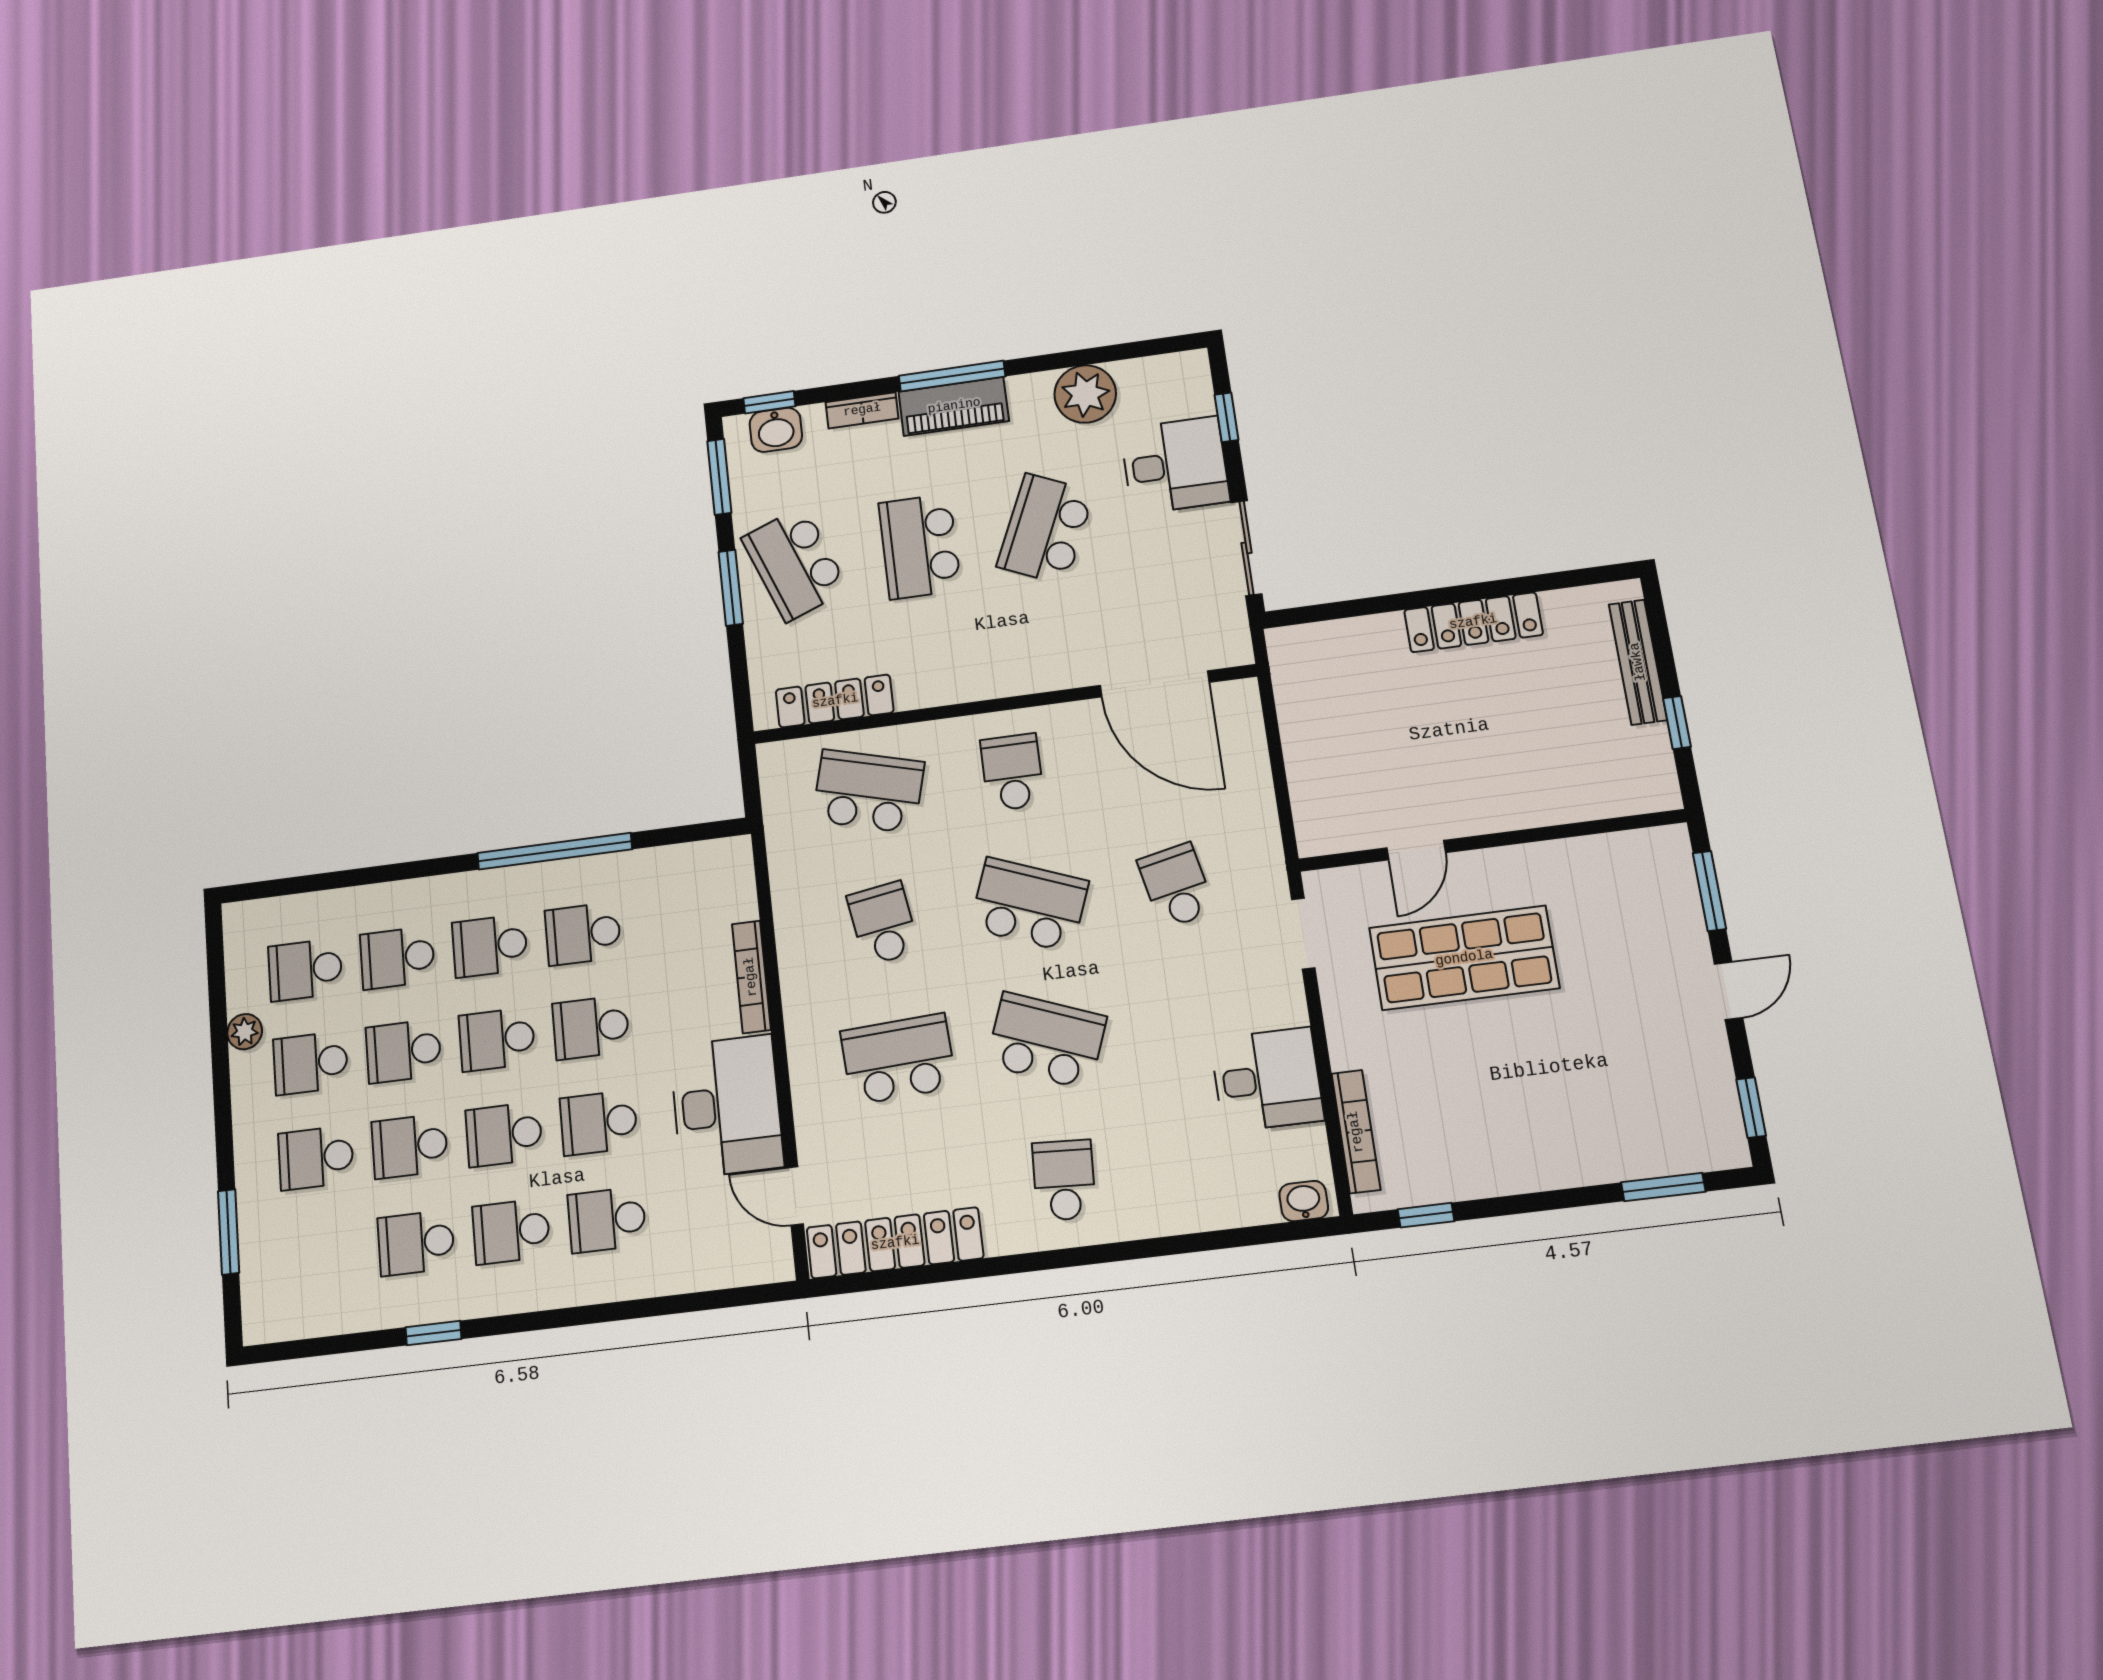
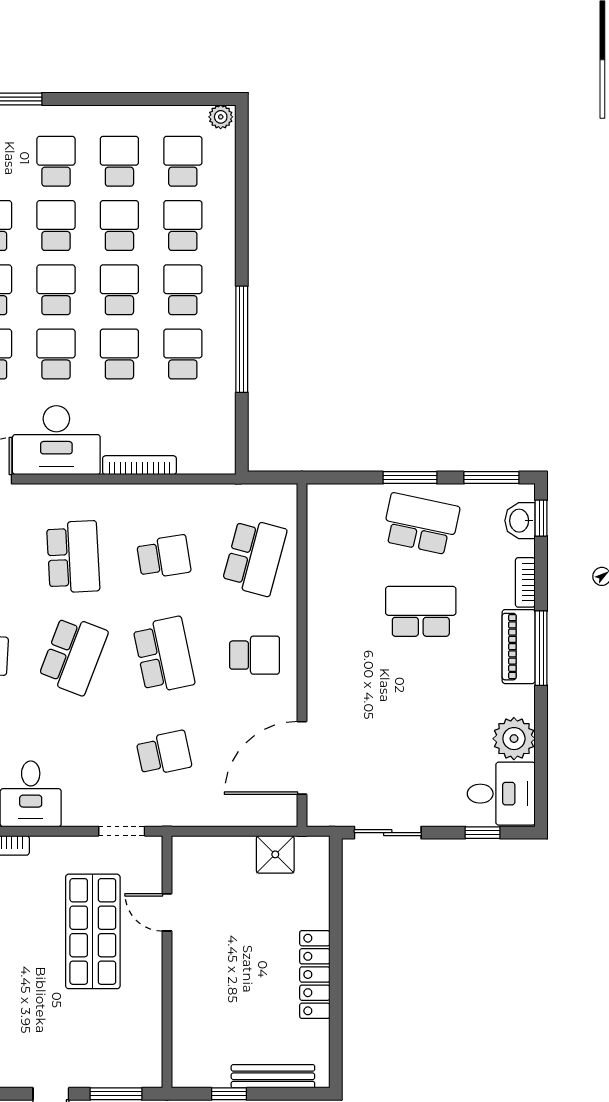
desk: (1175, 465) -> (501, 794), moved, turned -90
school desk: (1046, 529) -> (421, 699), removed
school desk: (795, 564) -> (421, 524), turned 33
locker: (835, 701) -> (320, 541), removed
shower: (1303, 703) -> (275, 854), added
school desk: (1029, 905) -> (164, 655), turned -33
plant: (245, 1032) -> (221, 117), moved

